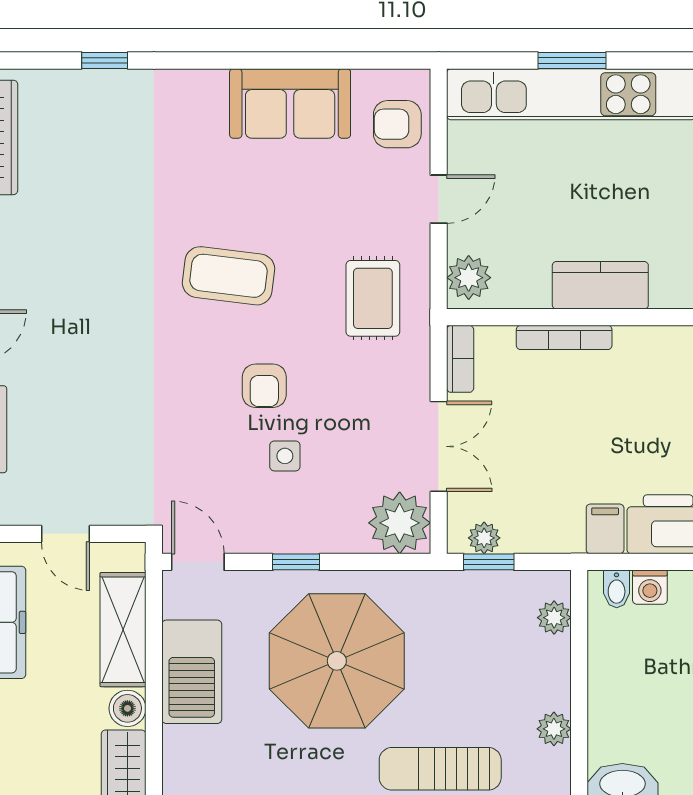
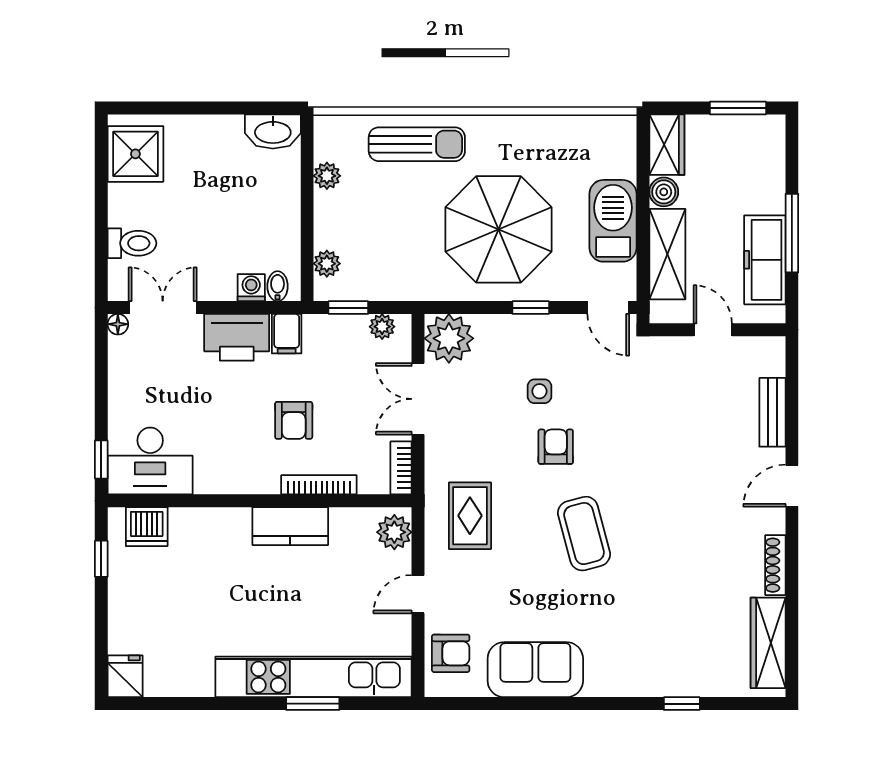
coffee table: (228, 276) -> (584, 534), turned 68
armchair: (596, 419) -> (294, 420), added
window: (489, 562) -> (348, 308), moved

